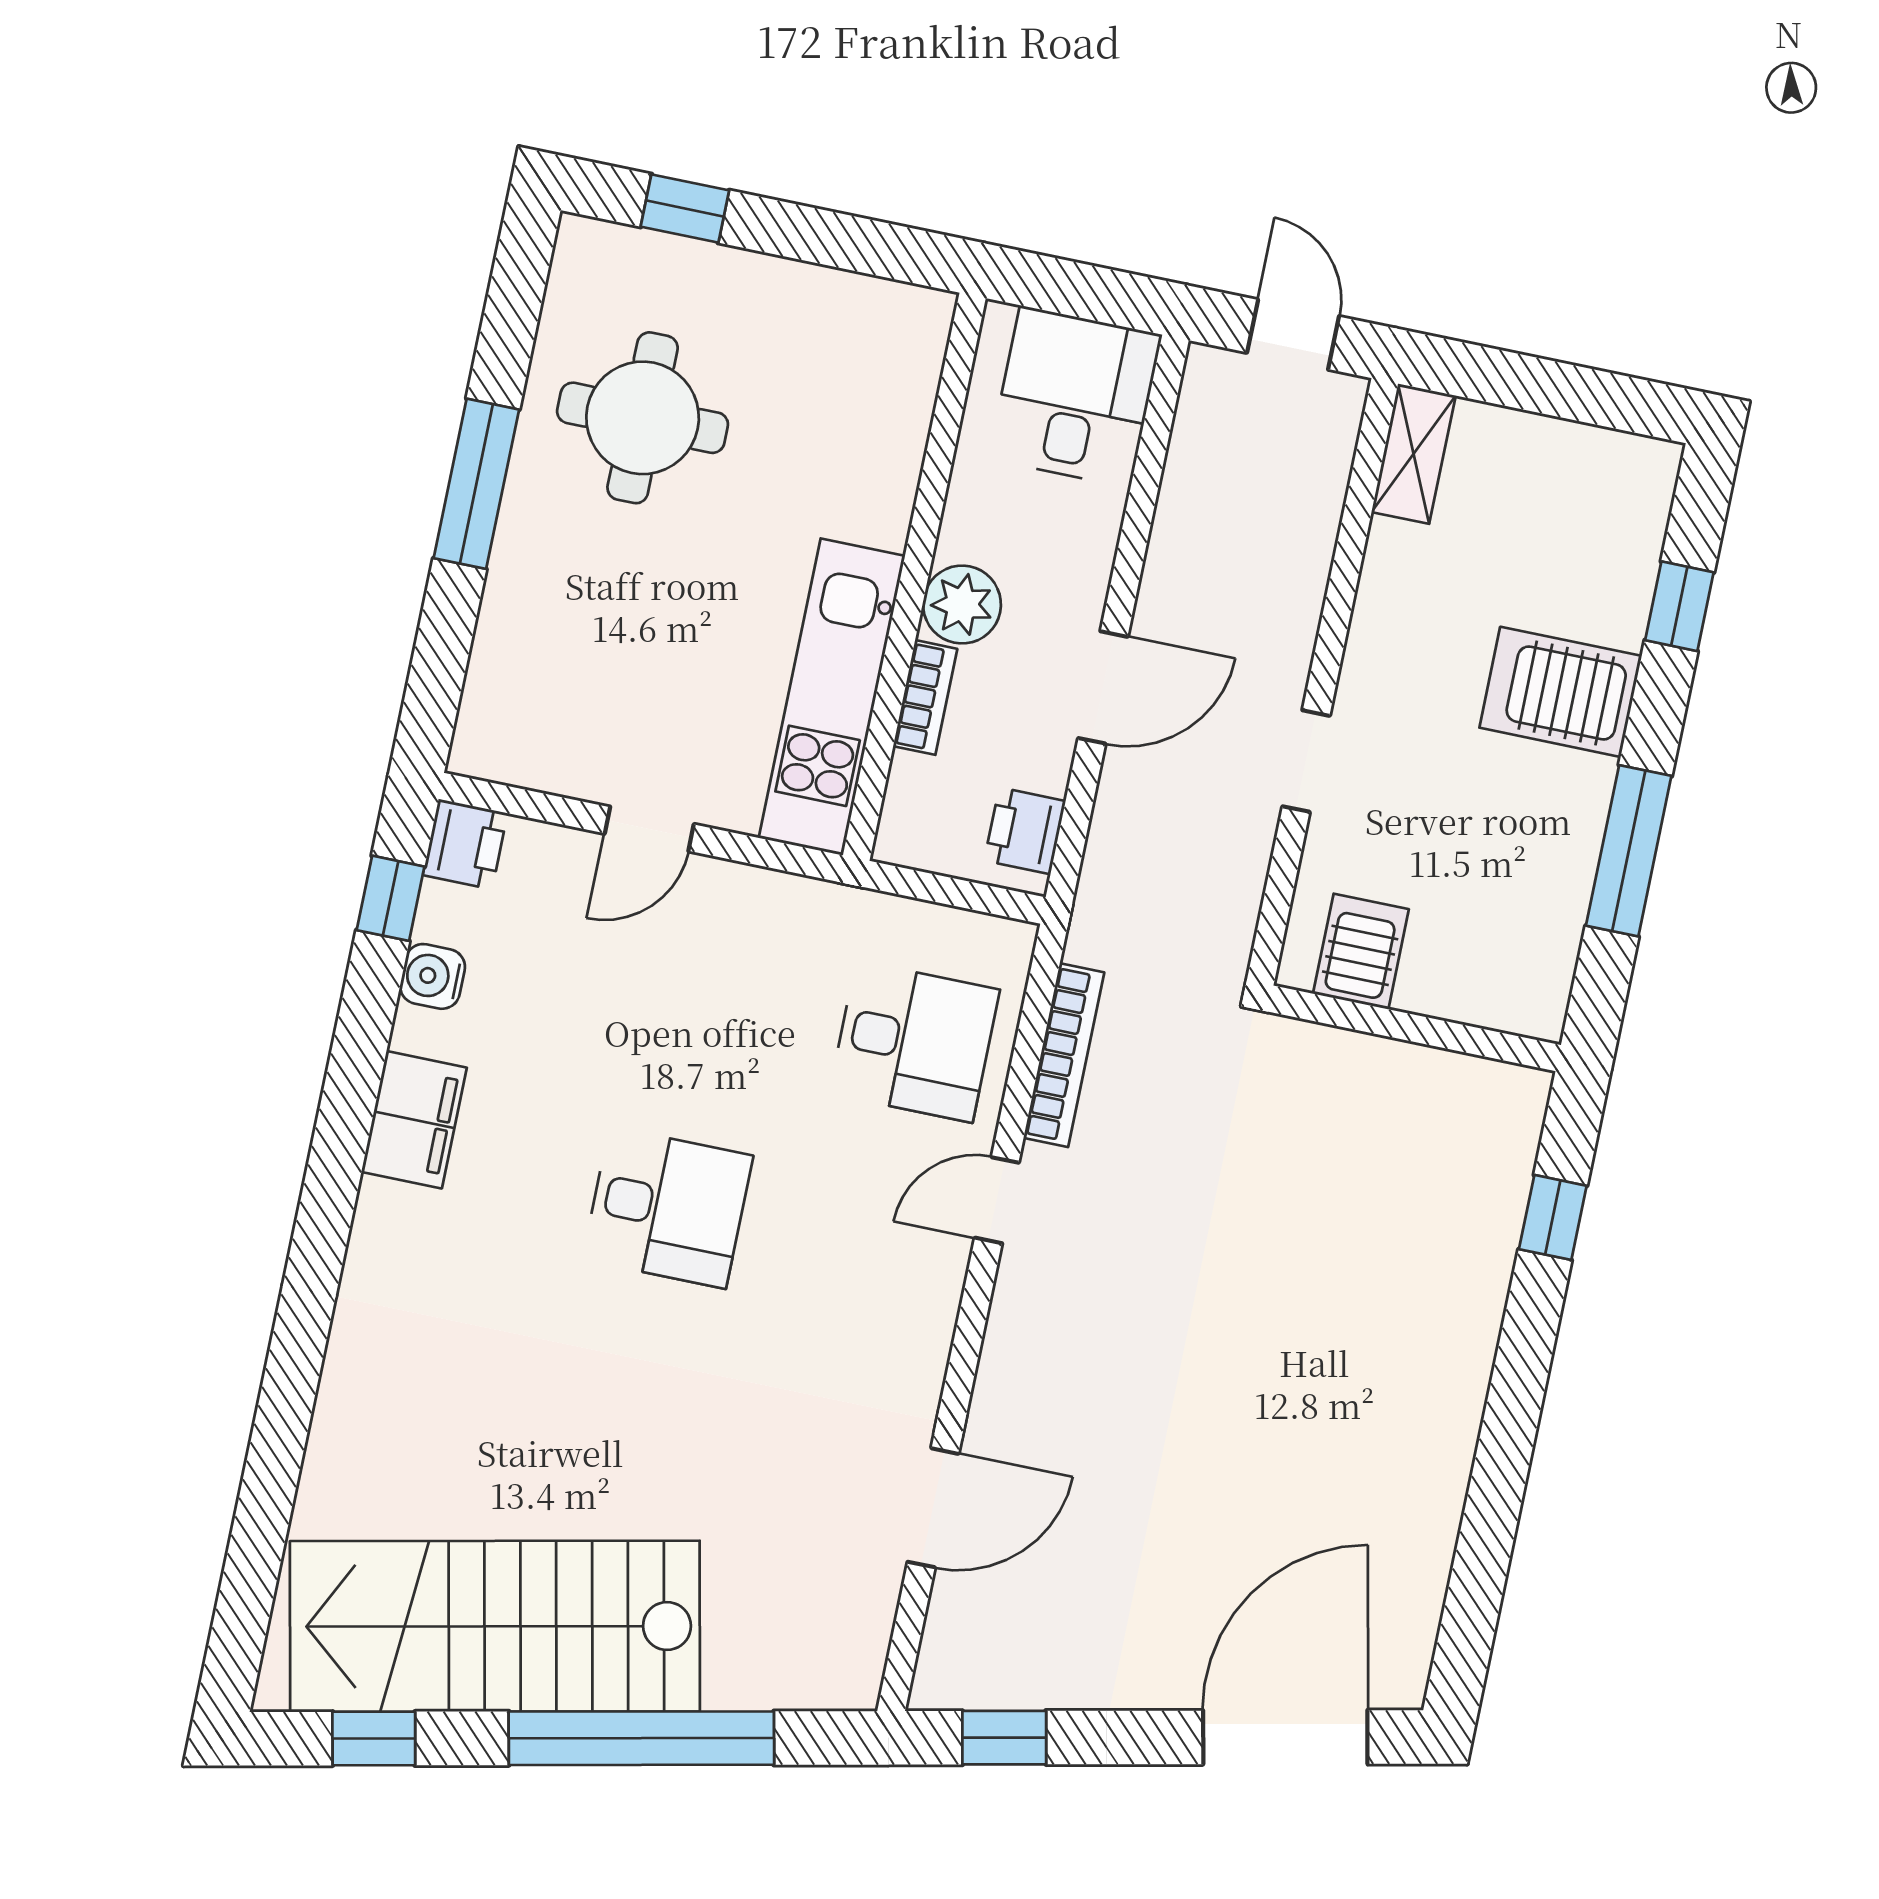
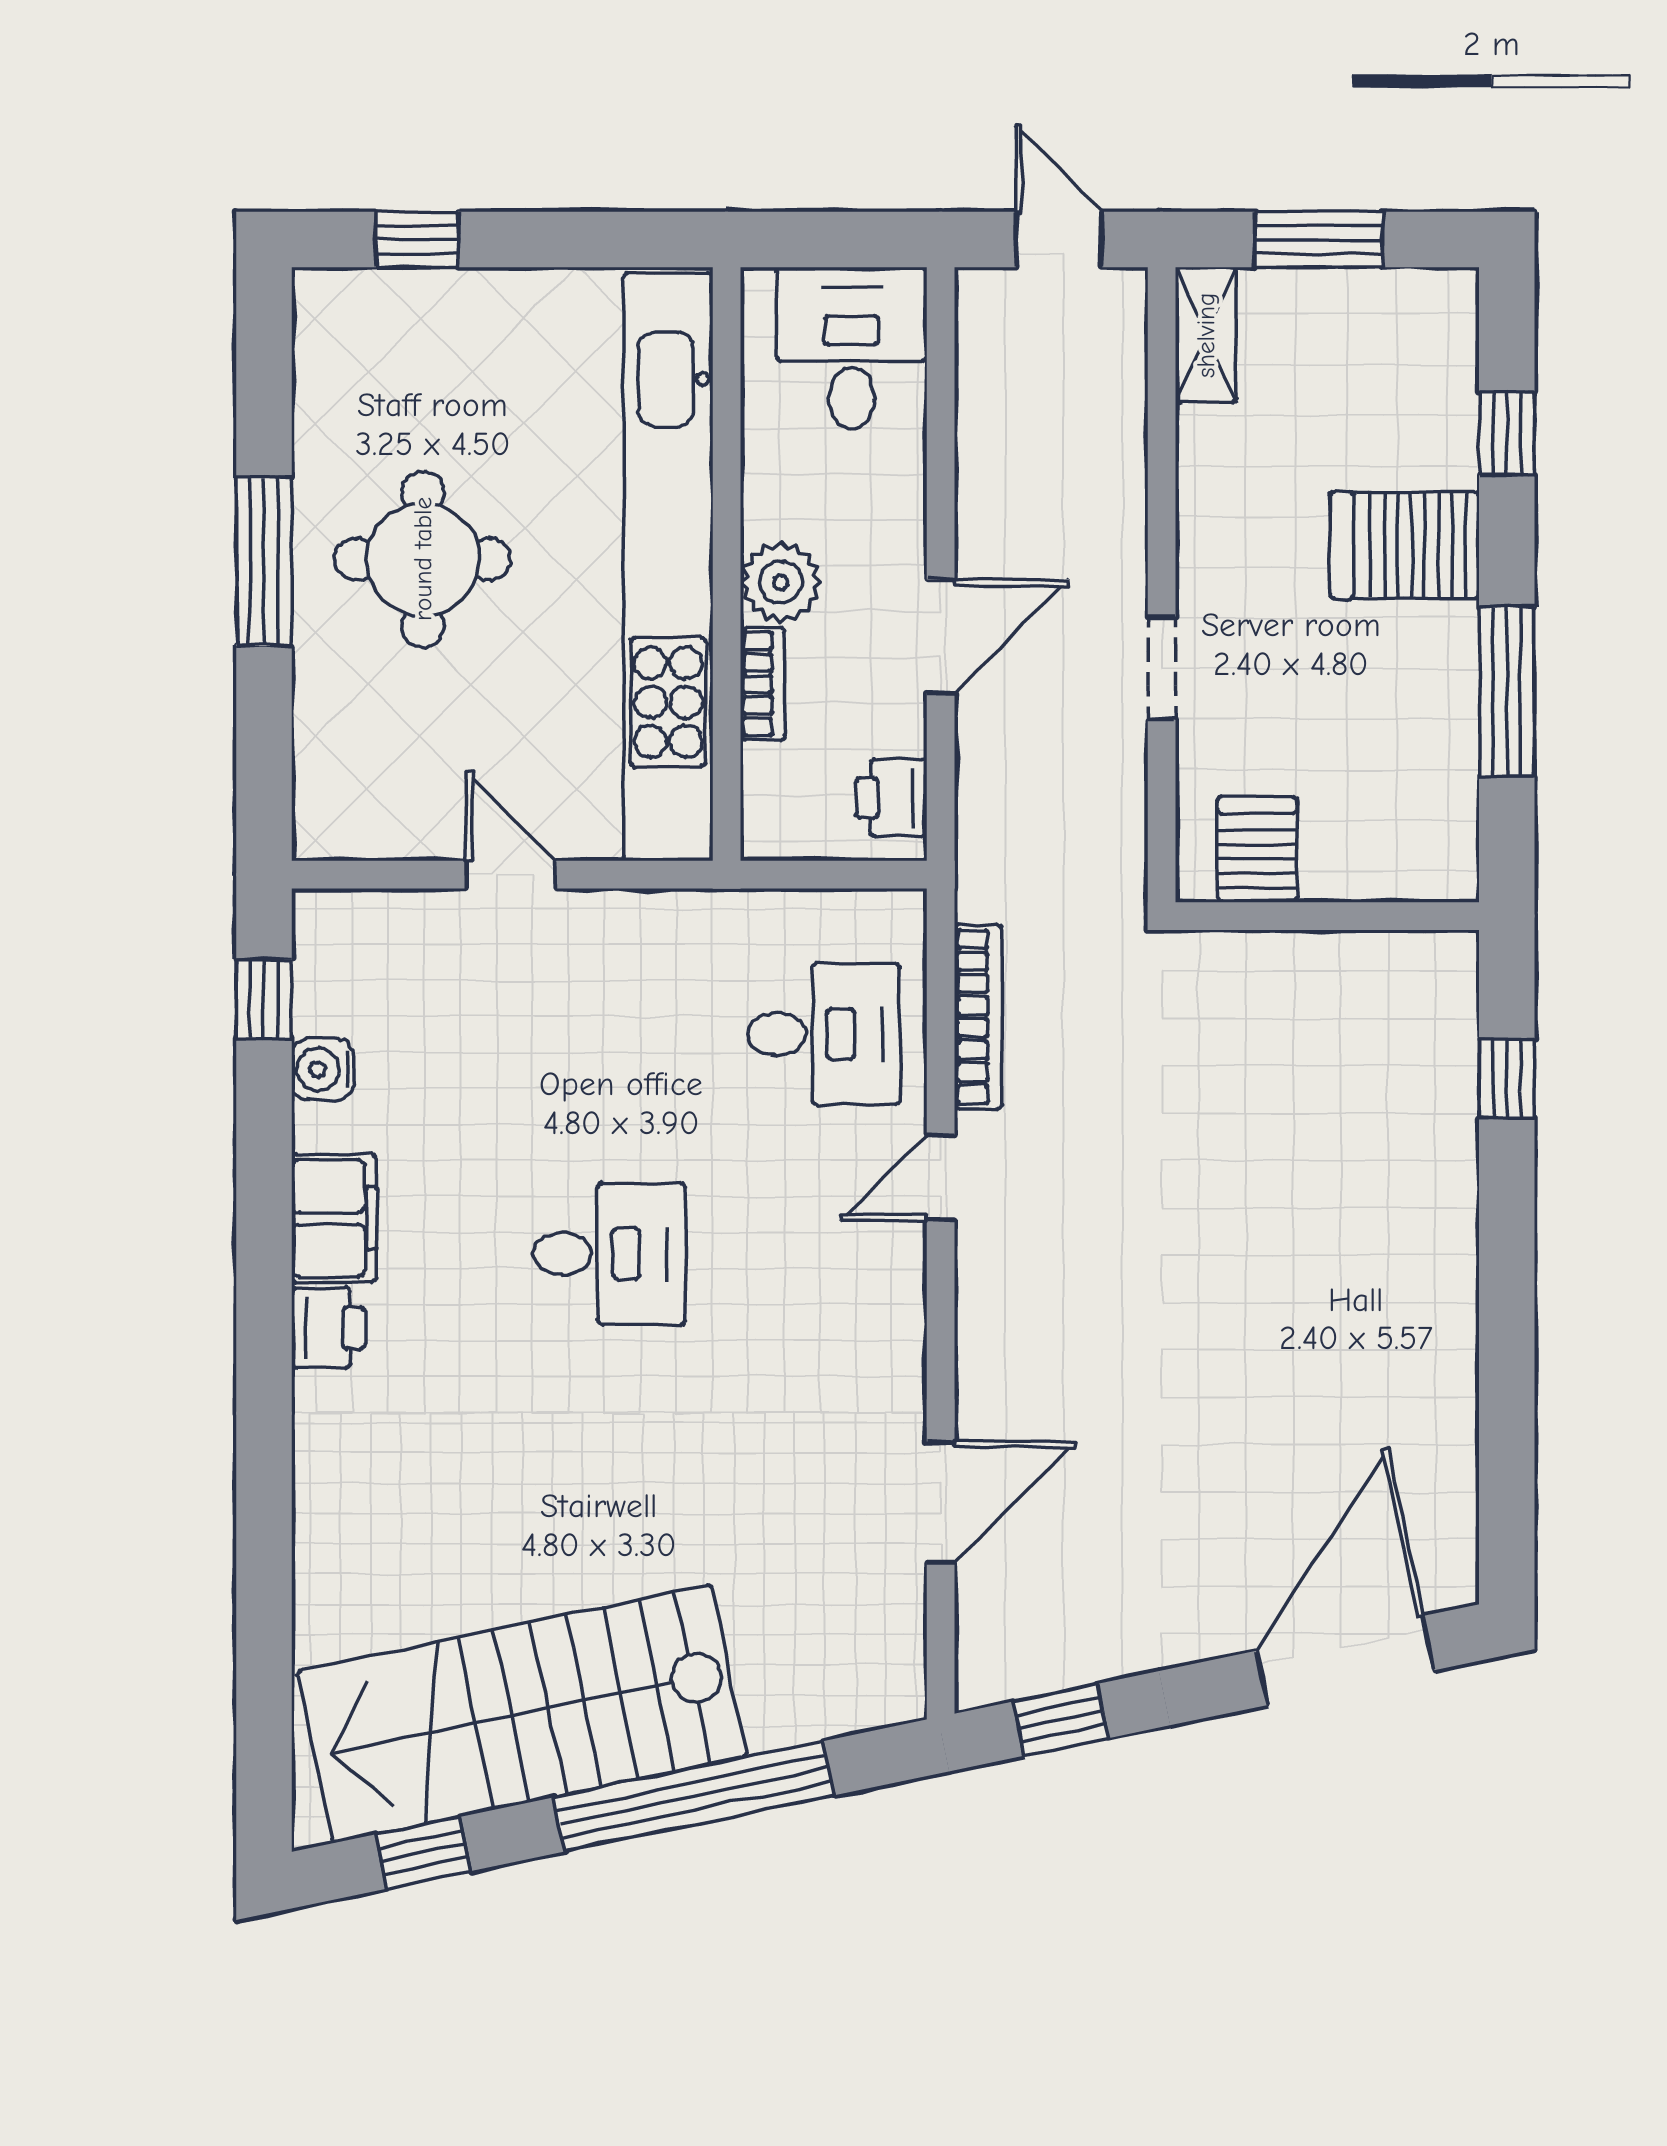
window: (1539, 385) -> (1319, 239), added
round table: (643, 418) -> (423, 559), moved
kitchen unit: (832, 697) -> (668, 567), width x1.86
door: (649, 829) -> (511, 875), swing flipped
printer: (465, 844) -> (328, 1328), moved

